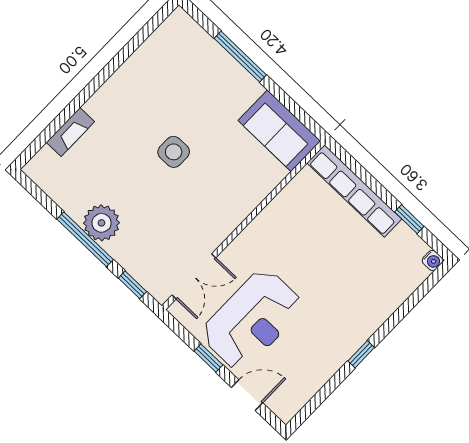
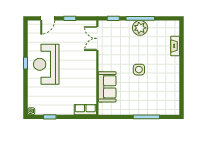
sofa: (279, 131) -> (107, 87), moved, turned 90
row of seats: (354, 191) -> (85, 110), width x0.50
reception desk: (252, 320) -> (46, 64), moved

